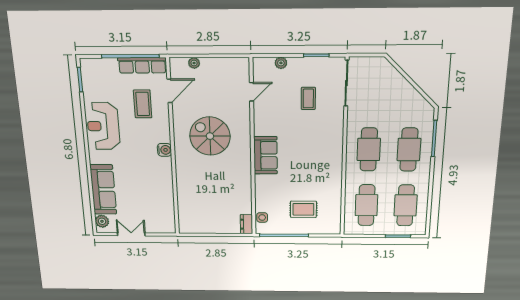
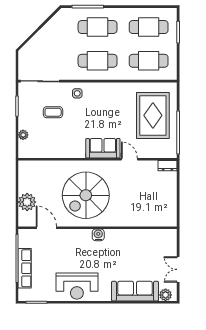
plant: (194, 63) -> (27, 202), width x1.88, depth x1.88
row of seats: (142, 65) -> (25, 268), moved
door: (252, 92) -> (129, 159), moved
coffee table: (143, 104) -> (58, 251), removed
spiral stairs: (210, 136) -> (86, 195), width x1.37, depth x1.37
rug: (303, 209) -> (153, 115), width x1.86, depth x2.06
side table: (262, 217) -> (77, 93), moved

